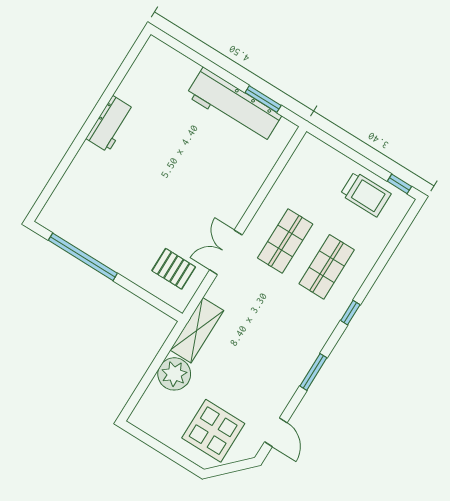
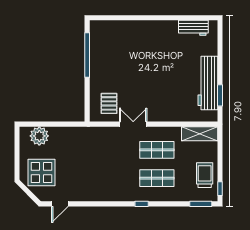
workbench: (110, 124) -> (193, 28), moved
trolley: (366, 194) -> (205, 175), turned 180
shelving: (197, 330) -> (200, 134), moved
window: (313, 372) -> (201, 204), moved
plant: (174, 374) -> (39, 136), moved

